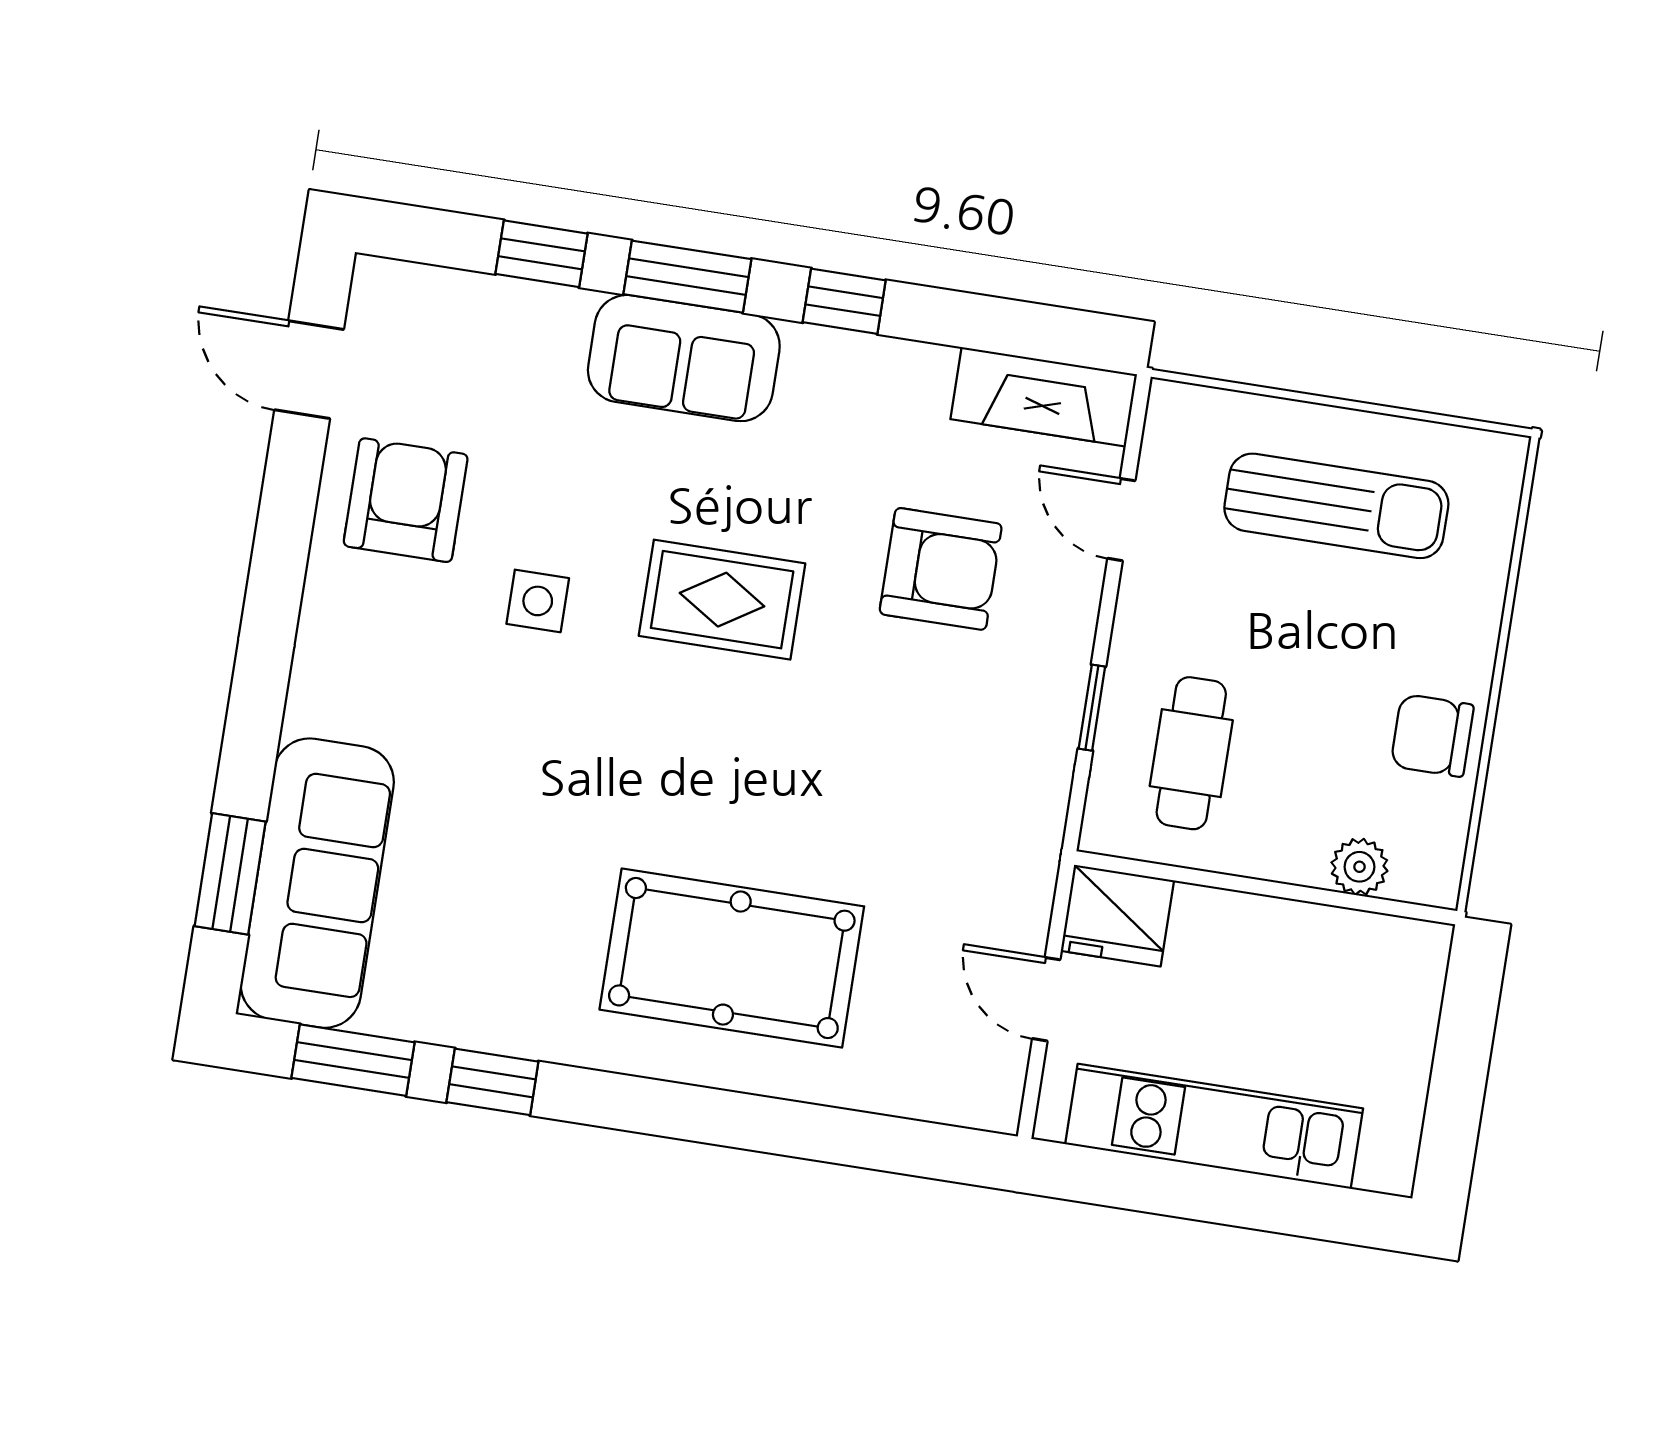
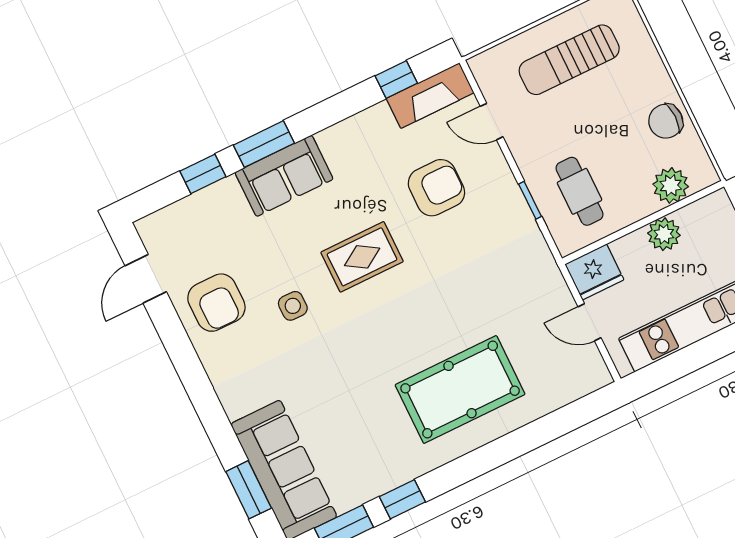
window: (844, 301) -> (396, 80), moved
door: (309, 370) -> (146, 279), hinge flipped
armchair: (406, 500) -> (216, 303), turned 180
sun lounger: (1336, 506) -> (569, 60), turned 180
plant: (1359, 867) -> (671, 185), width x1.38, depth x1.38
plant: (1288, 935) -> (664, 234), added

